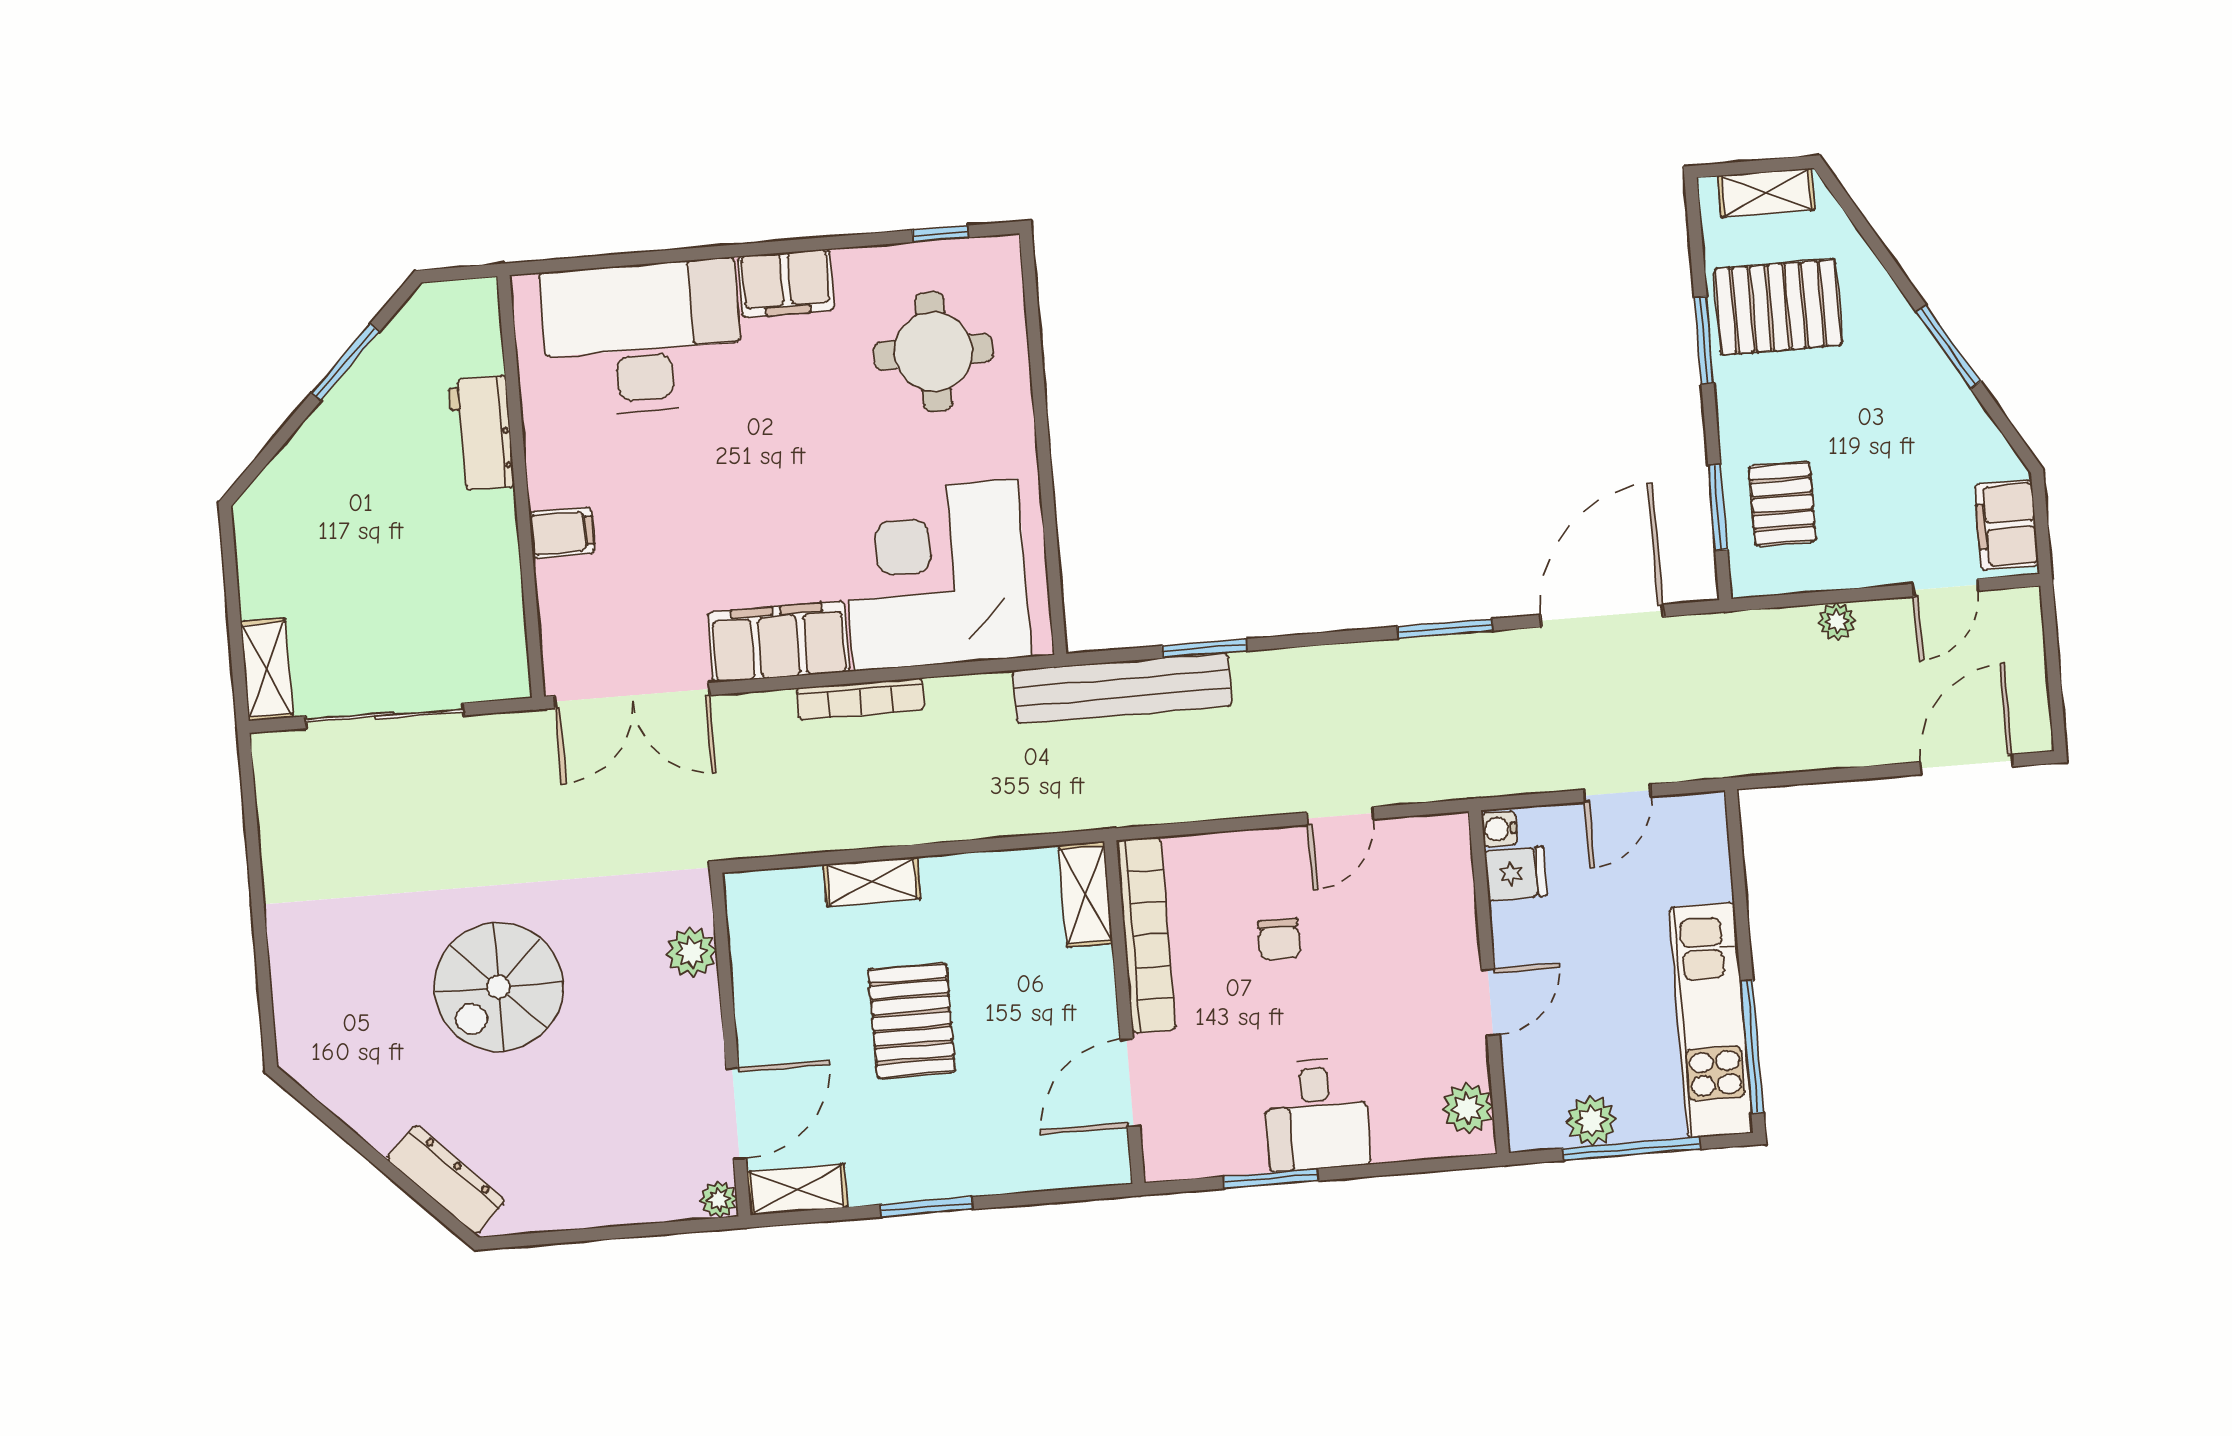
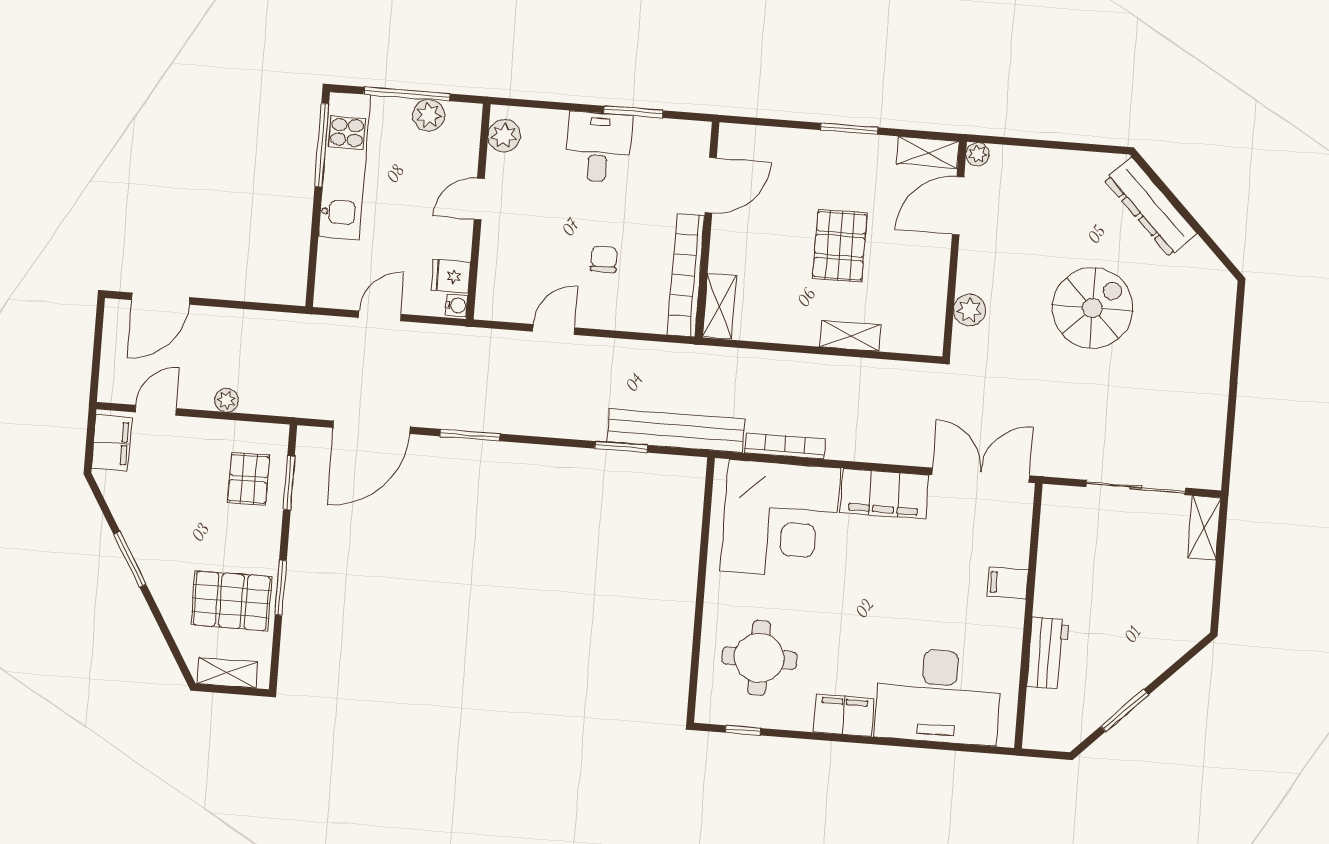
bookcase: (860, 699) -> (785, 446), moved
dresser: (446, 1180) -> (1151, 207), width x1.37, depth x1.24

